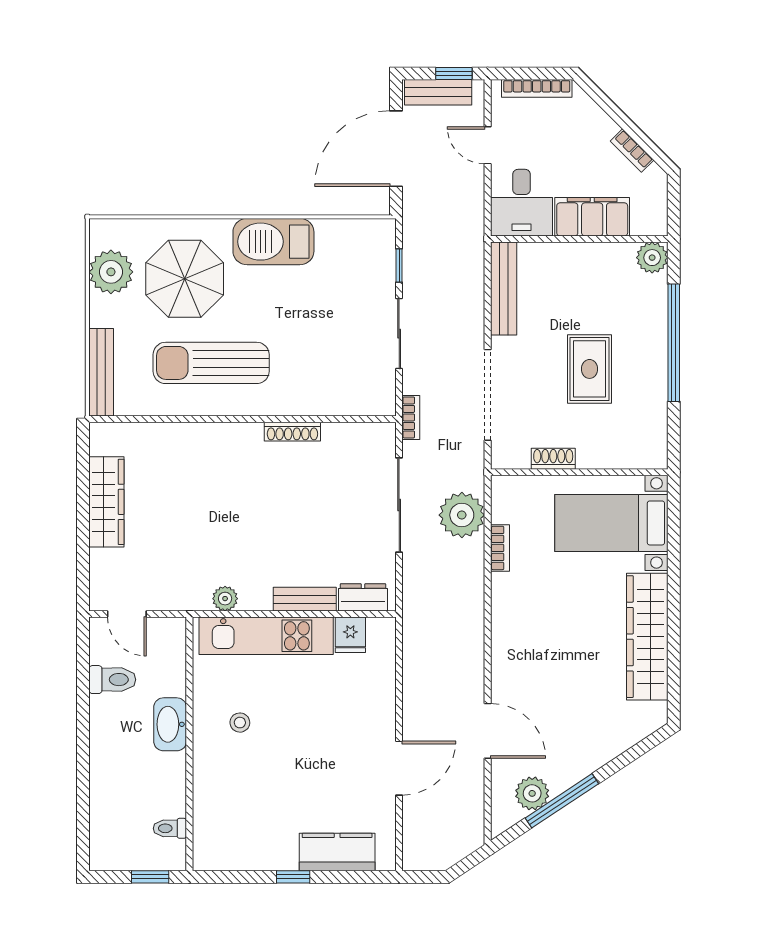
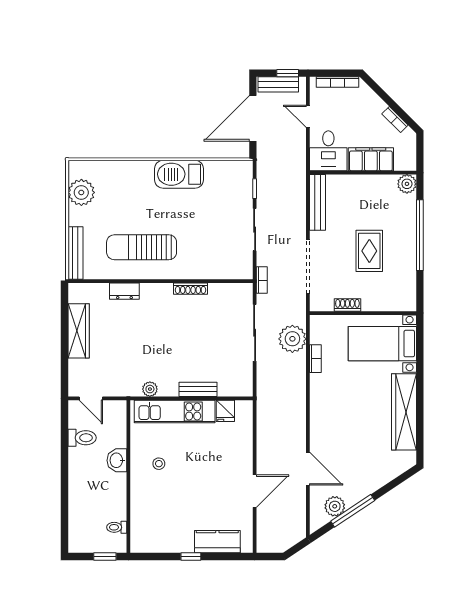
parasol: (185, 279) -> (126, 197), removed
dresser: (363, 597) -> (124, 291), moved, turned 180
washbasin: (170, 724) -> (117, 460), width x0.72

